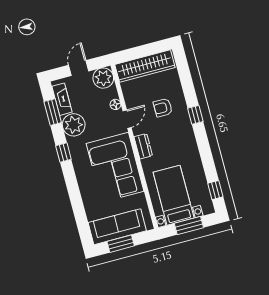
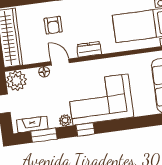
plant: (74, 125) -> (65, 120), width x0.53, depth x0.53
corner sofa: (115, 167) -> (100, 100), moved, turned 180

